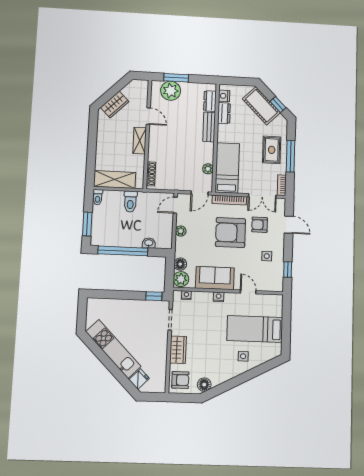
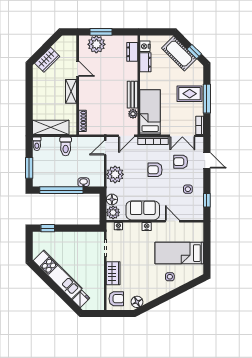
bench: (209, 127) -> (132, 95), moved
rug: (272, 150) -> (190, 94), turned 90
plant: (181, 231) -> (115, 174), width x1.88, depth x1.88
armchair: (230, 233) -> (155, 170), width x0.53, depth x0.53
window: (154, 296) -> (48, 228), moved

